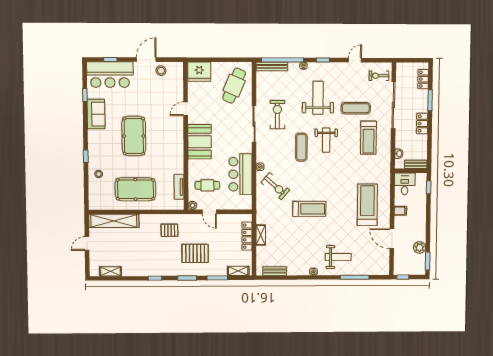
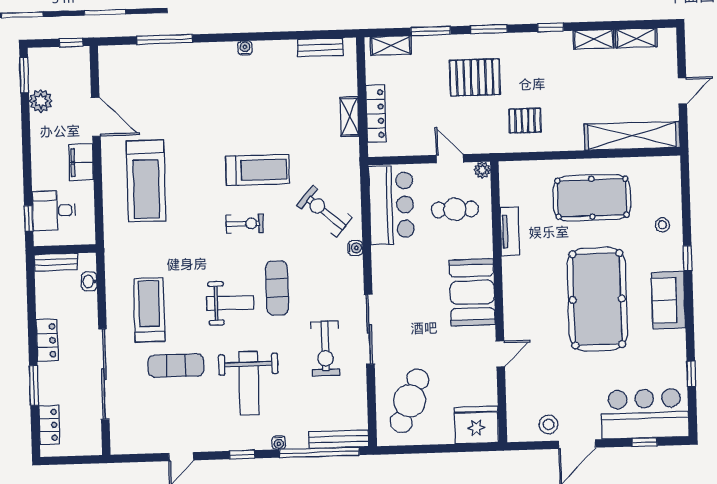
exercise bike: (379, 76) -> (245, 224), moved
sofa: (96, 114) -> (668, 300), moved
pool table: (134, 136) -> (597, 299), width x1.36, depth x1.32
weight bench: (326, 140) -> (230, 303), turned 90
bar counter: (240, 174) -> (391, 205), moved
desk: (405, 184) -> (54, 211), moved, turned 90
tv unit: (179, 187) -> (510, 231), moved
treadmill: (309, 209) -> (258, 170), turned 180
filing cabinet: (400, 211) -> (81, 162), width x2.00
weight bench: (338, 257) -> (198, 78), removed
shelving: (133, 271) -> (594, 39), added

